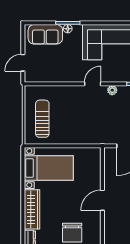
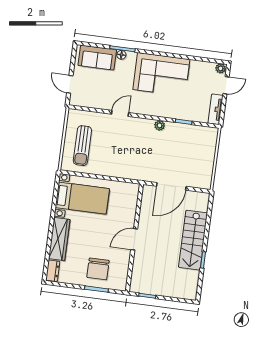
door: (23, 63) -> (70, 84), hinge flipped
door: (93, 84) -> (120, 113), moved
sun lounger: (42, 119) -> (82, 146), turned 180

